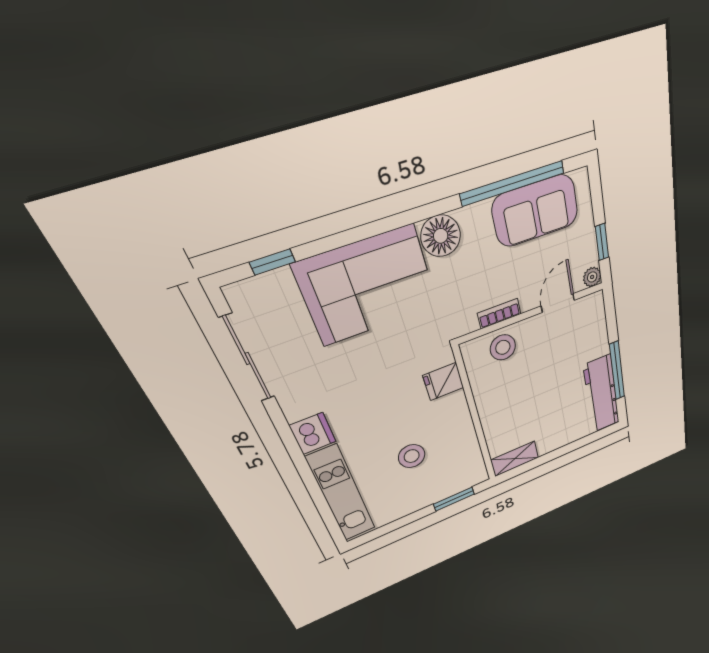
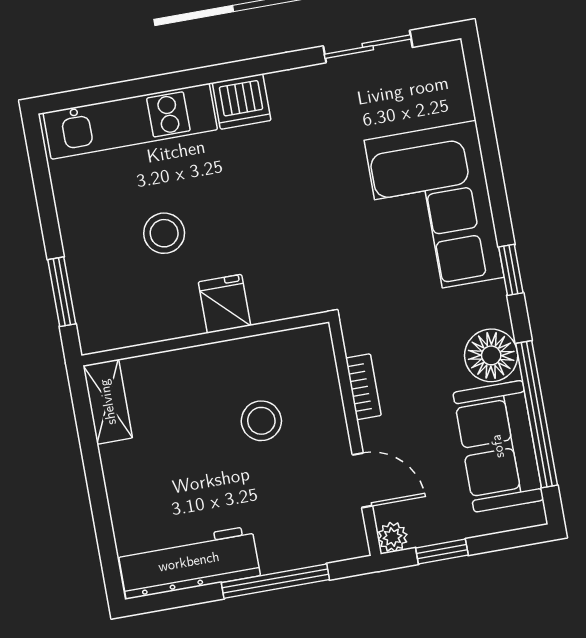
floor lamp: (441, 236) -> (491, 355), moved
window: (272, 262) -> (511, 270), moved
stool: (503, 347) -> (261, 421), moved
sliding door: (247, 358) -> (368, 47), width x0.73
window: (617, 371) -> (275, 581), moved
fridge: (443, 382) -> (224, 304), moved

